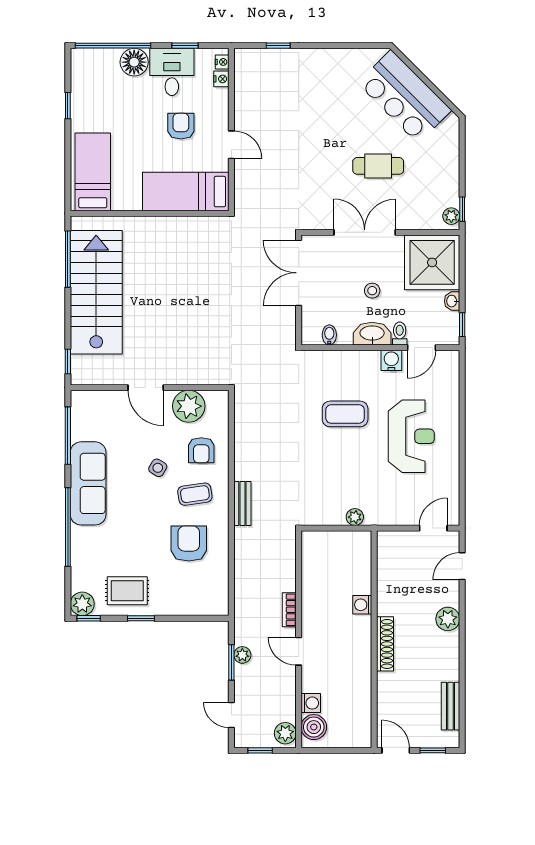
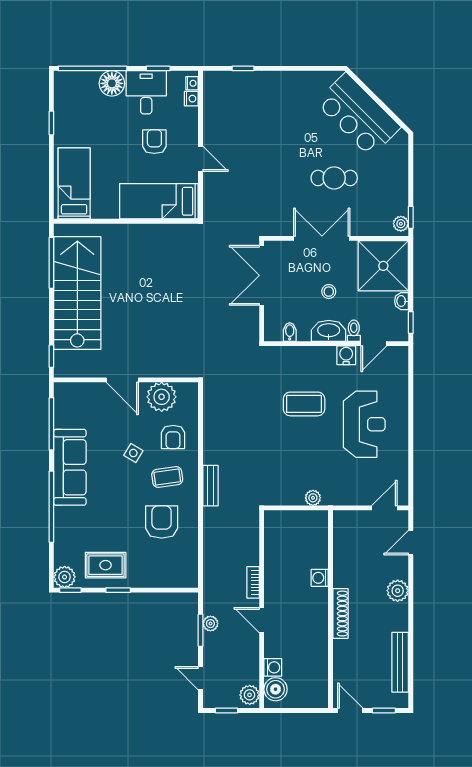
bench: (450, 706) -> (400, 662), width x1.36

